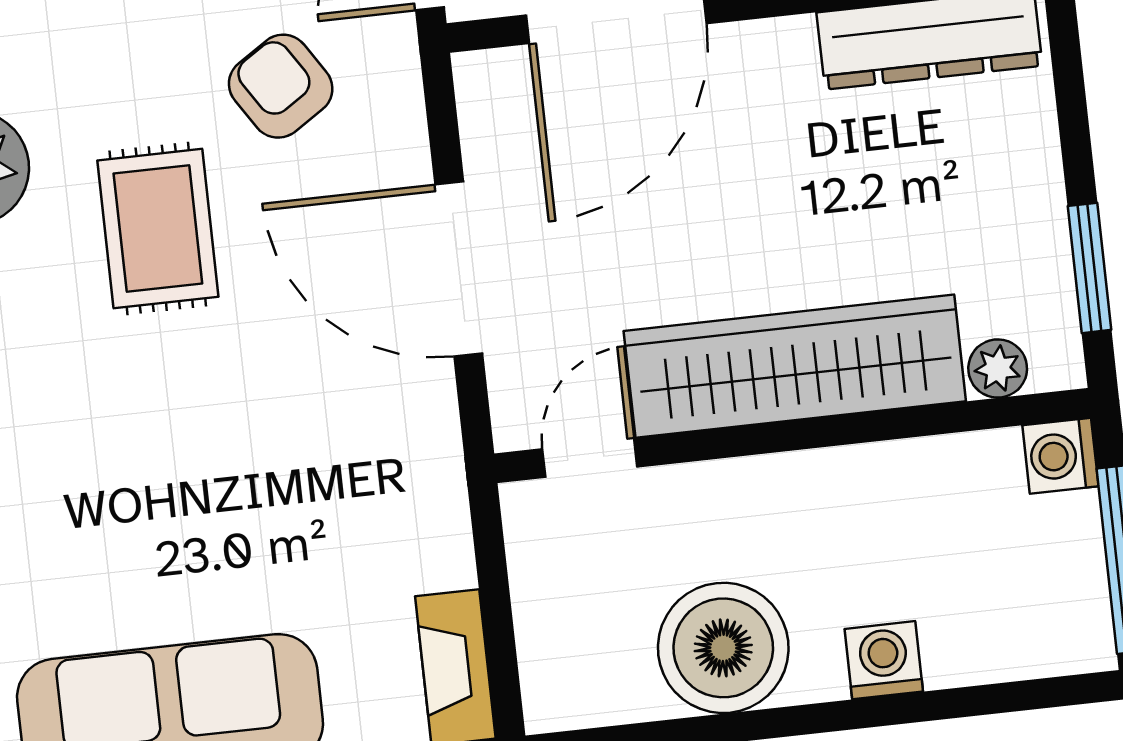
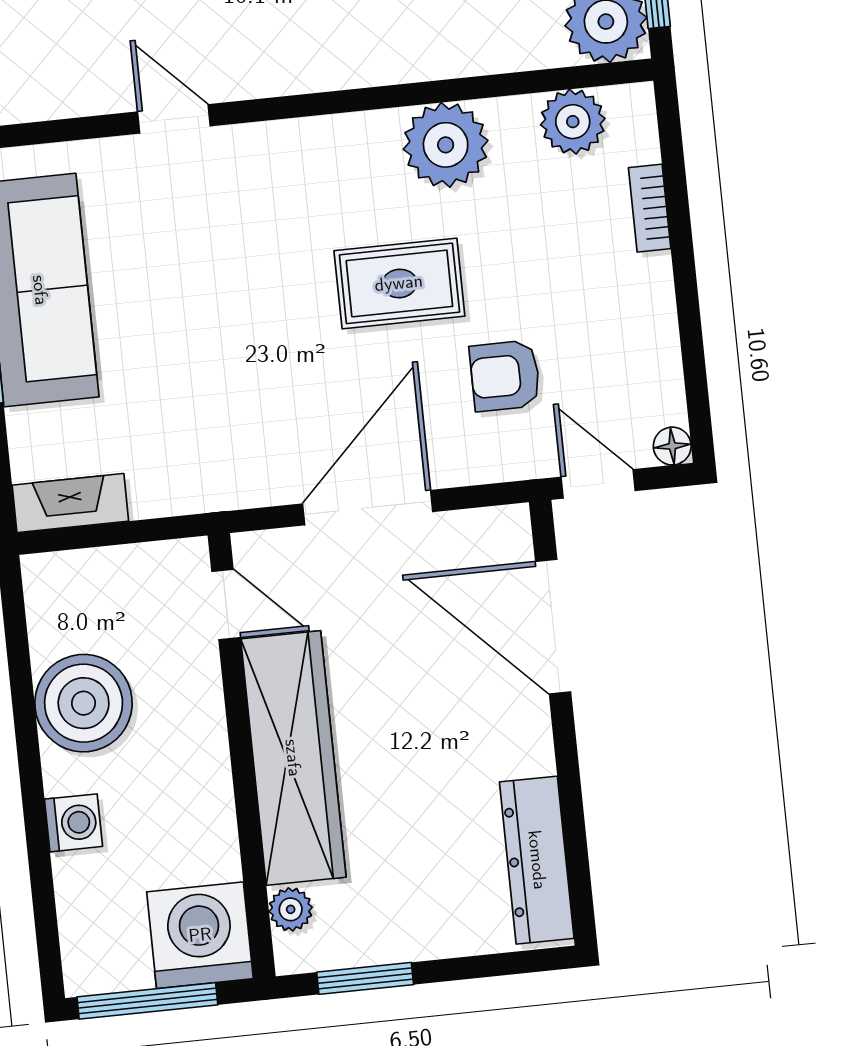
armchair: (281, 86) -> (505, 376), turned -147
washing machine: (1060, 456) -> (200, 935), width x1.89, depth x1.89

